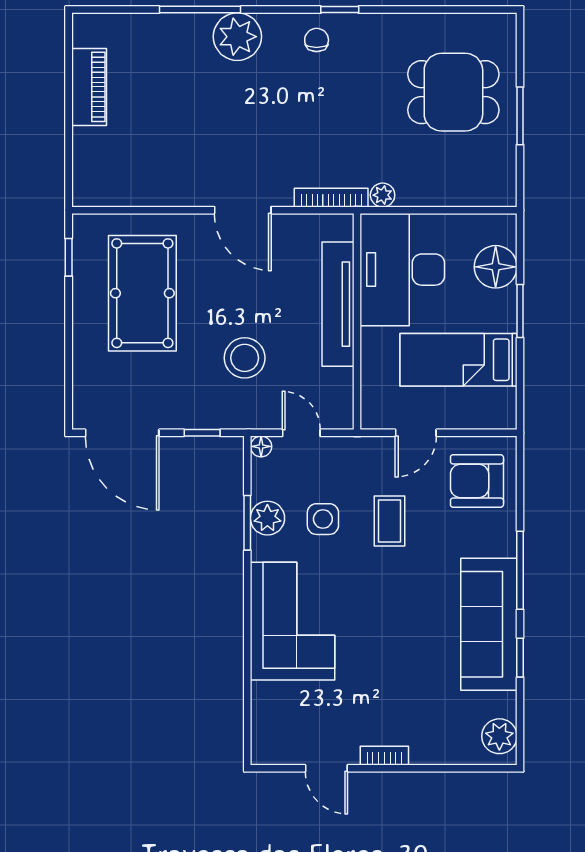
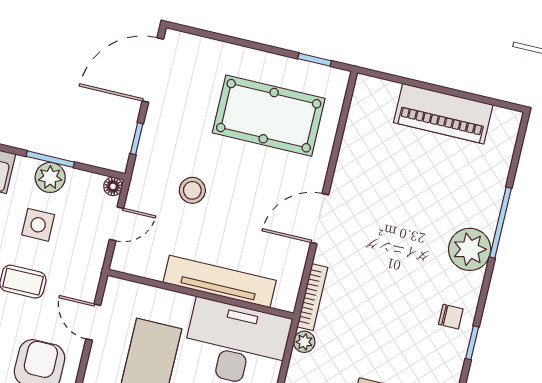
piano: (89, 87) -> (443, 114), width x1.37, depth x1.33
stool: (245, 358) -> (192, 190), width x0.73, depth x0.73

